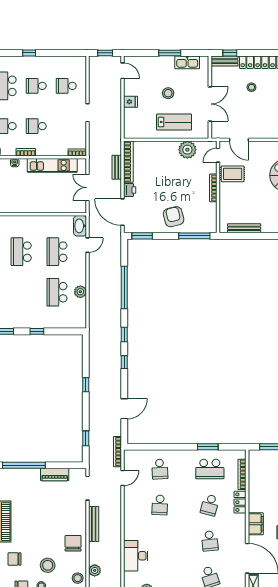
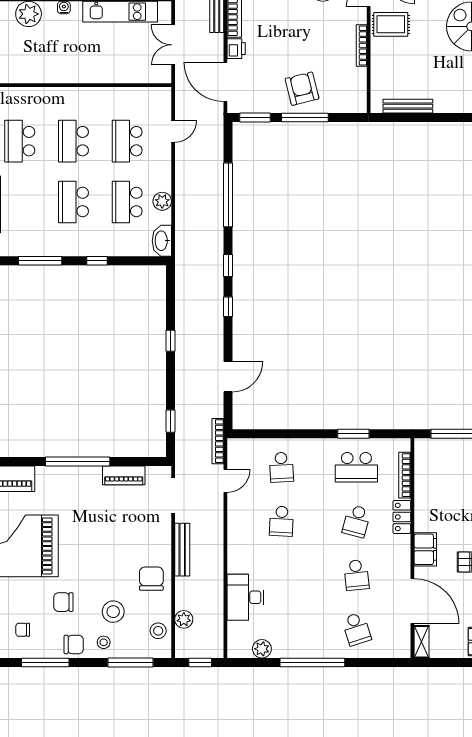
washbasin: (80, 226) -> (162, 241), moved
window: (194, 236) -> (305, 117), moved
school desk: (21, 292) -> (73, 202), added

